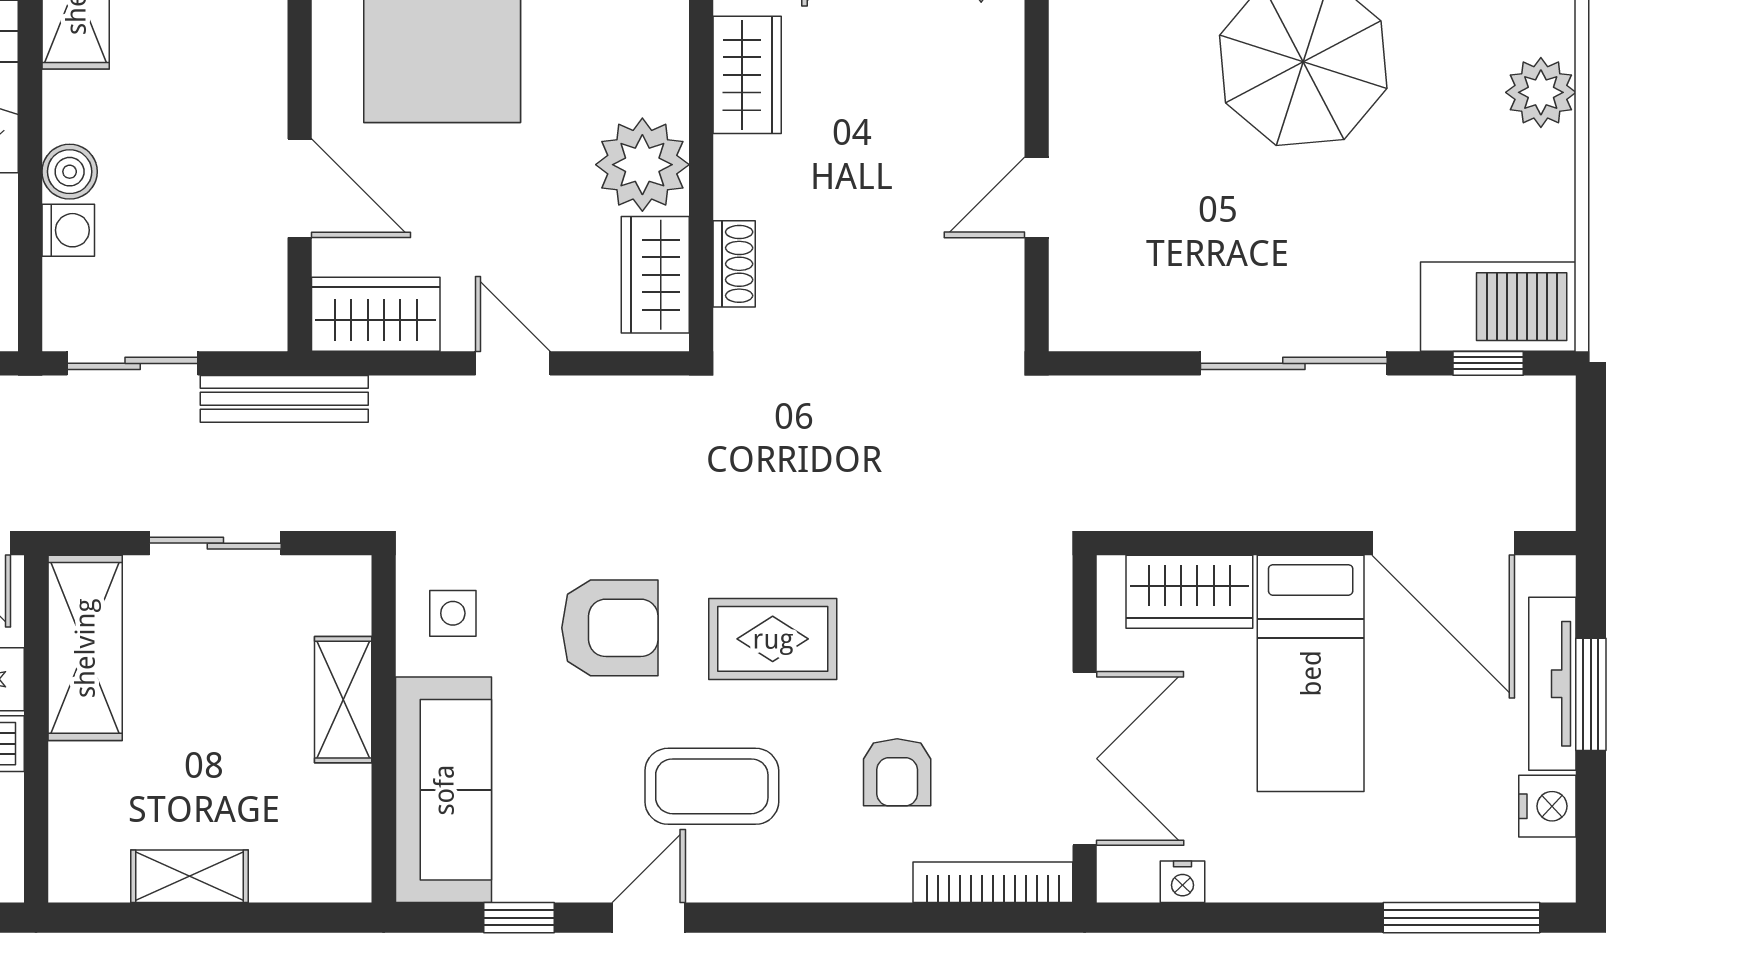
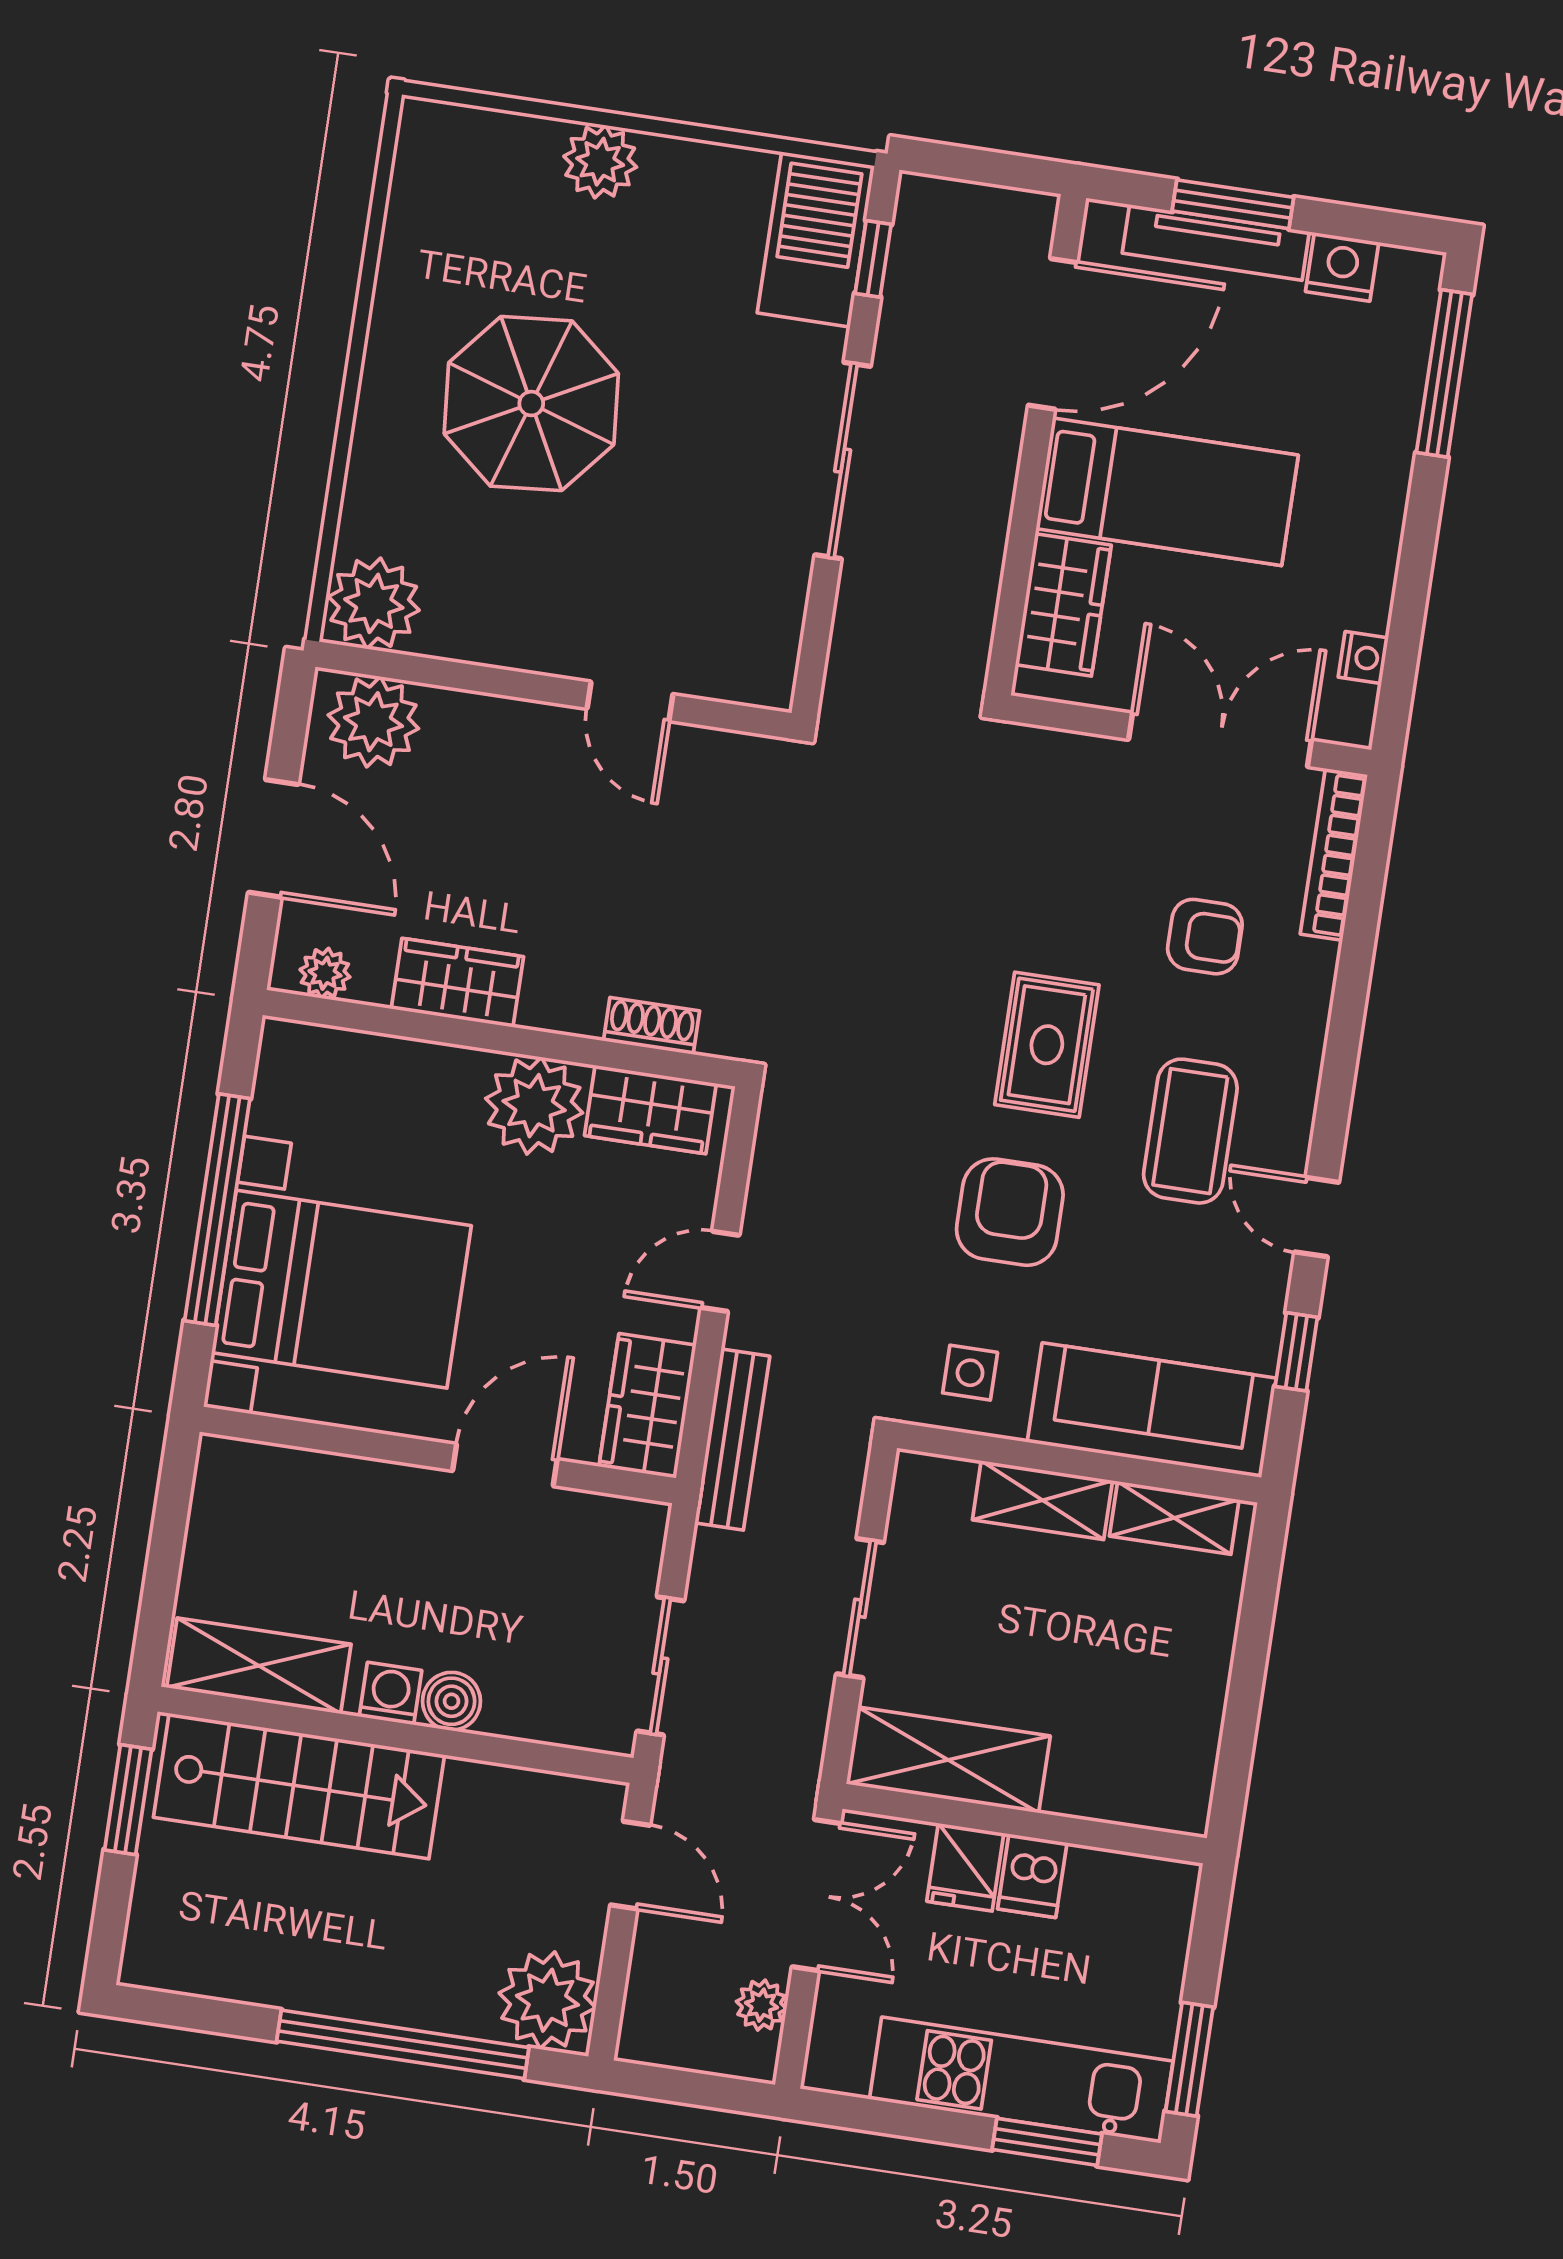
washing machine: (68, 230) -> (390, 1693), moved
bench: (284, 399) -> (732, 1440), moved
shelving: (190, 876) -> (1174, 1518), moved, turned 90

